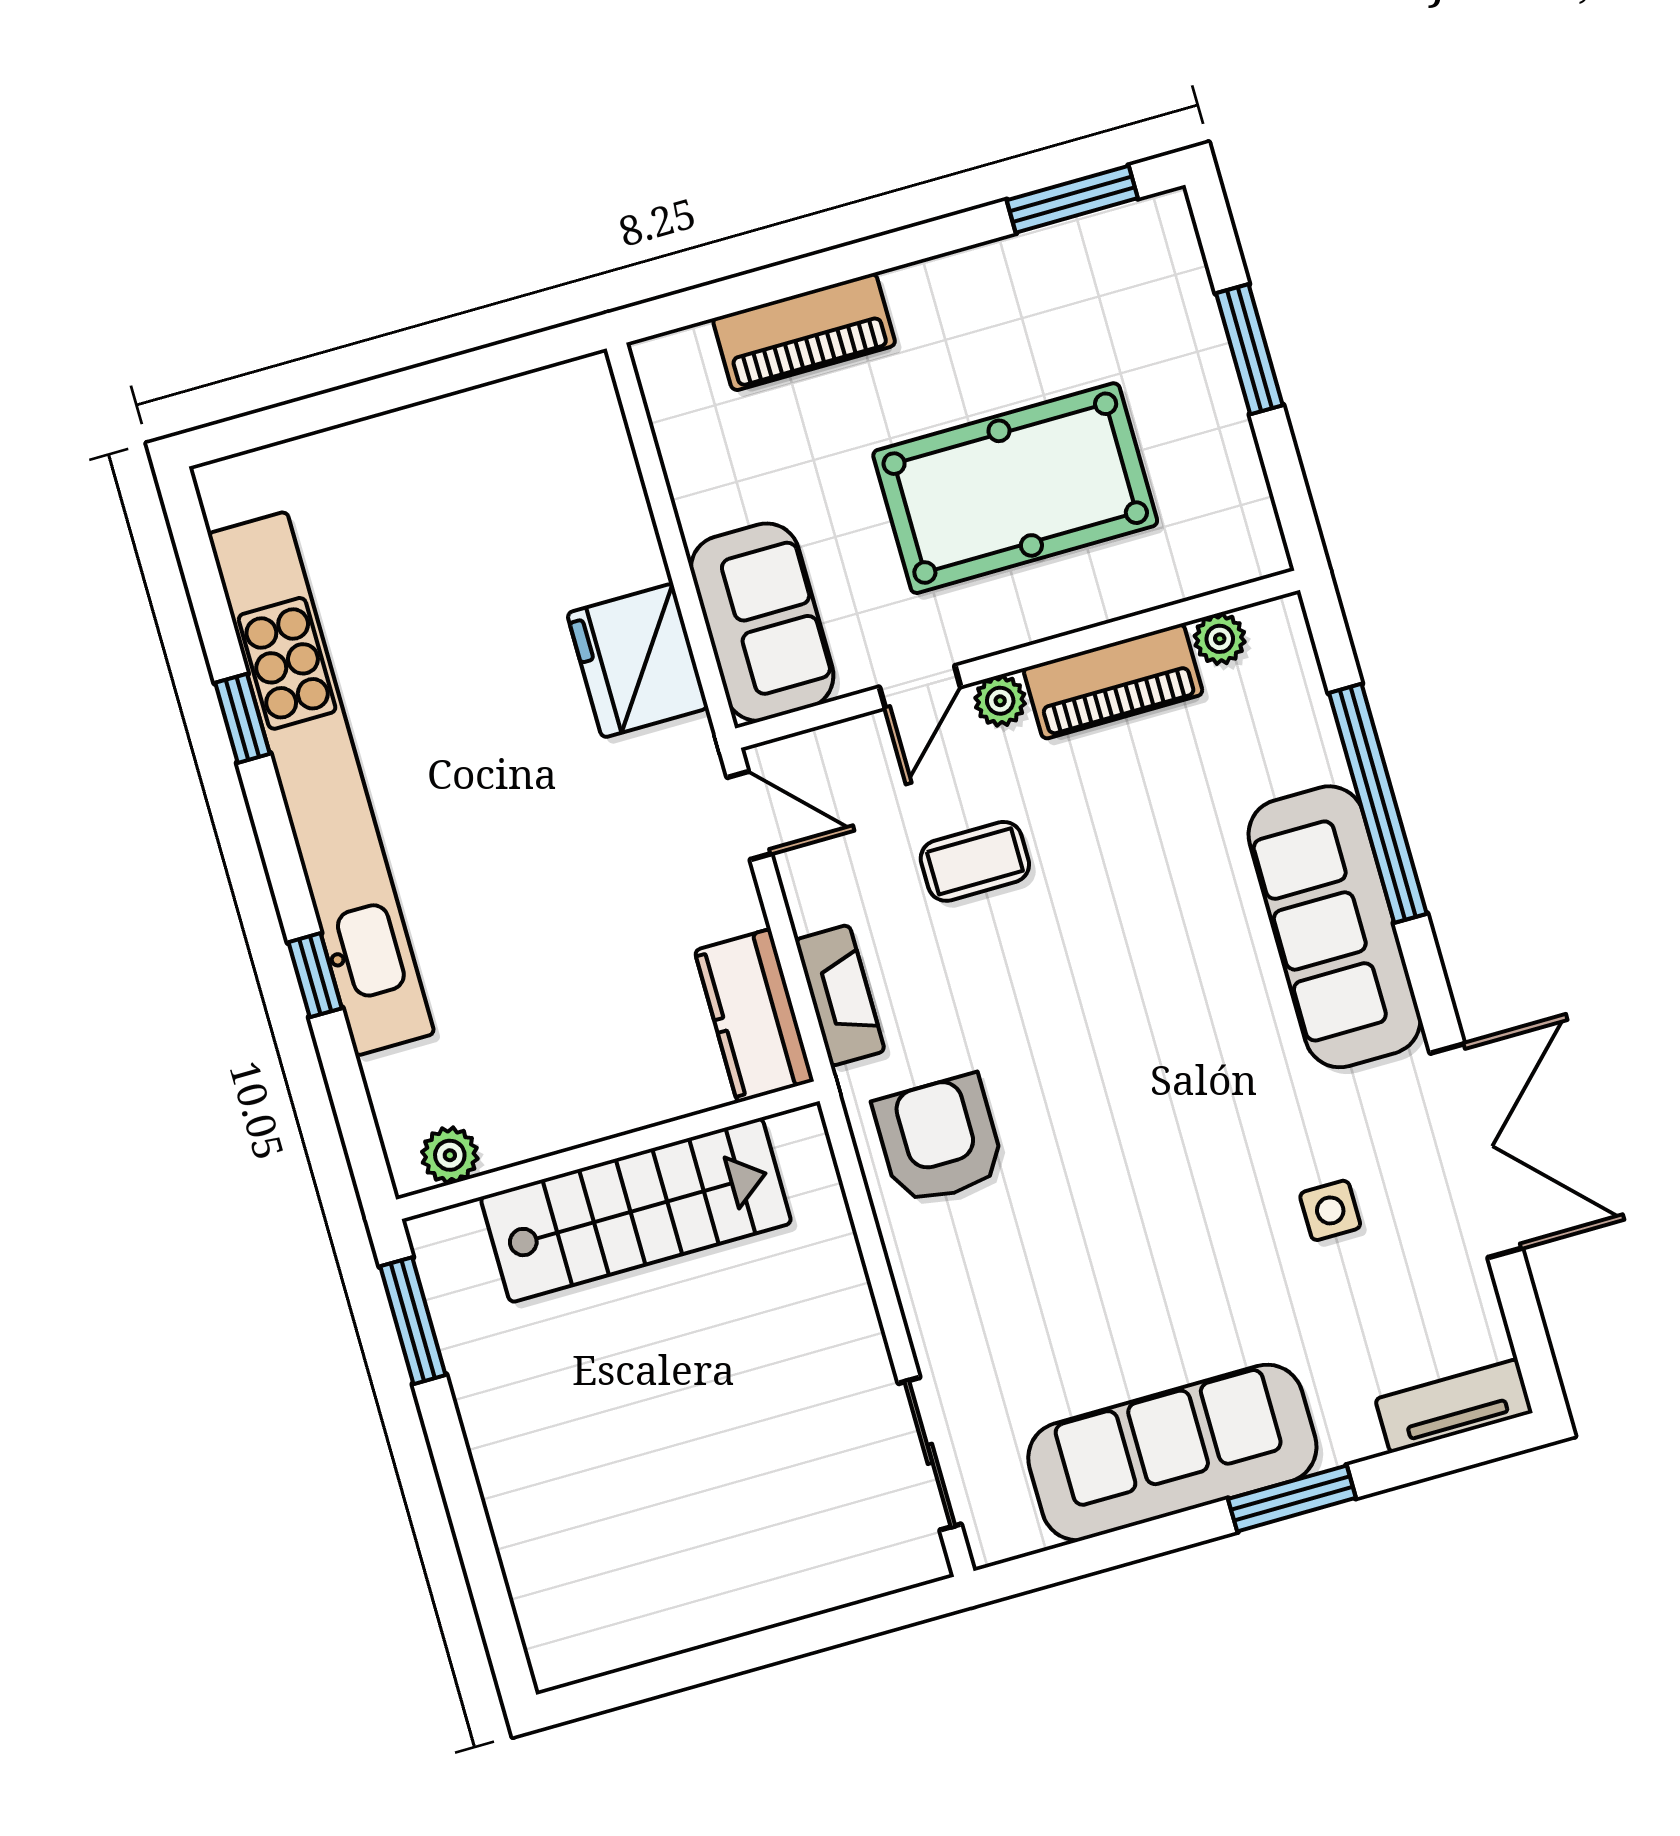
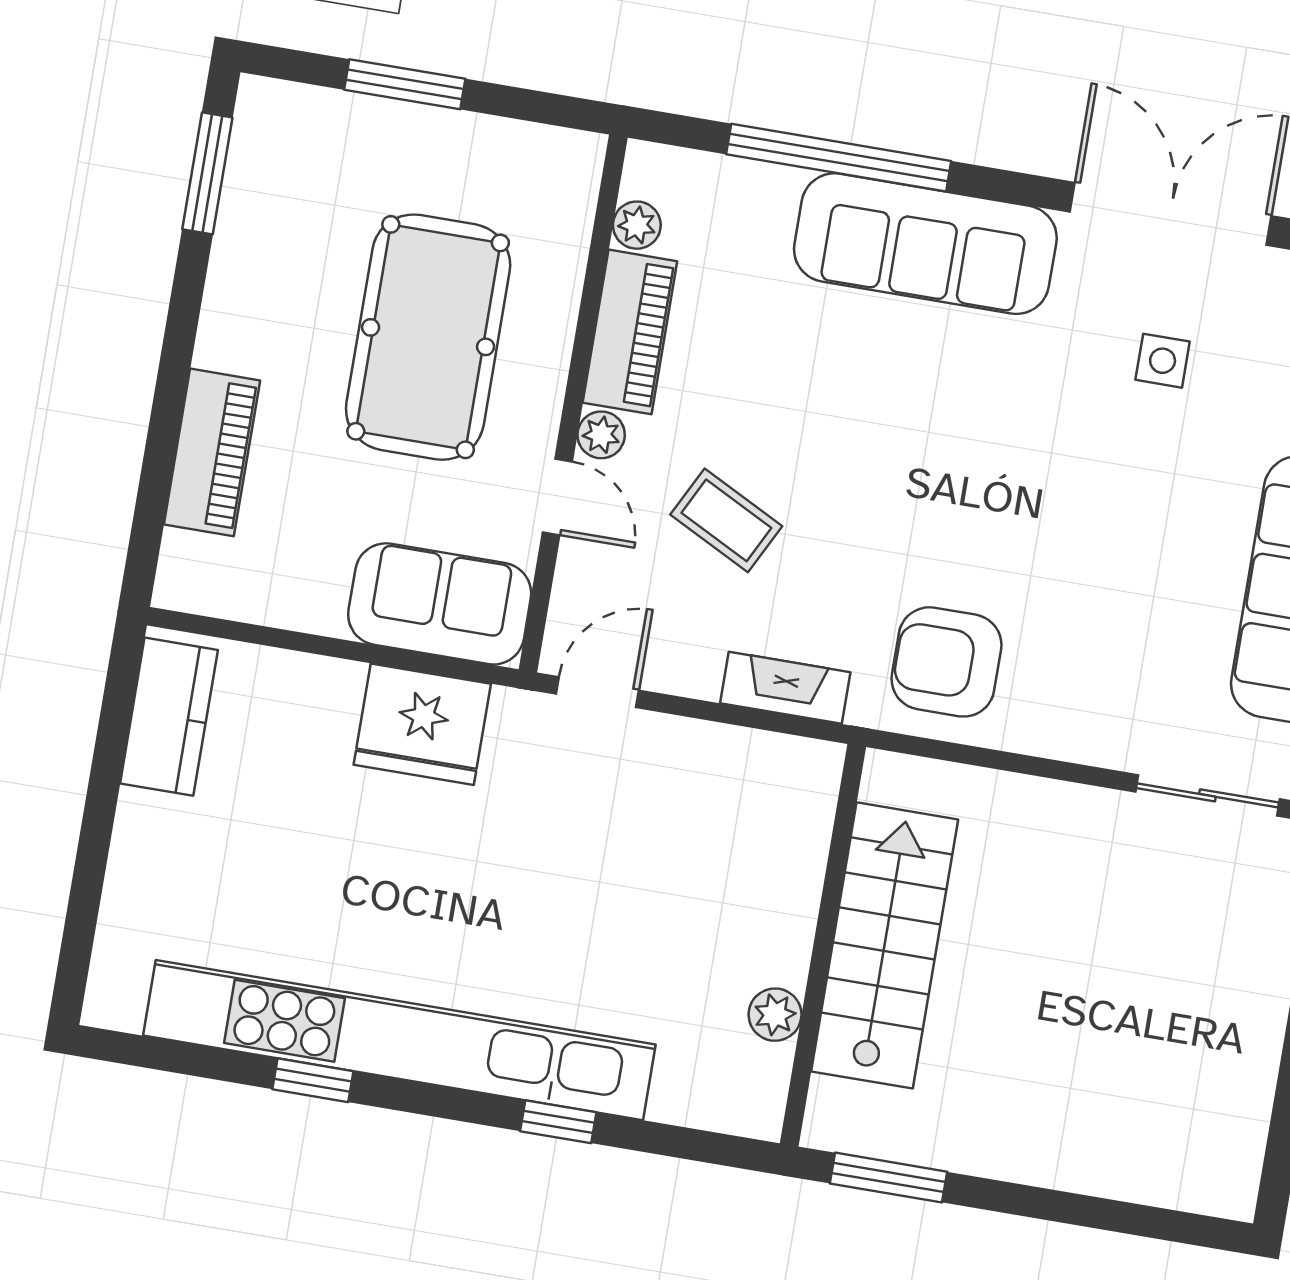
coffee table: (975, 861) -> (726, 520), turned -63
kitchen counter: (754, 1016) -> (169, 717), moved, turned -90
plant: (450, 1155) -> (775, 1015), moved

